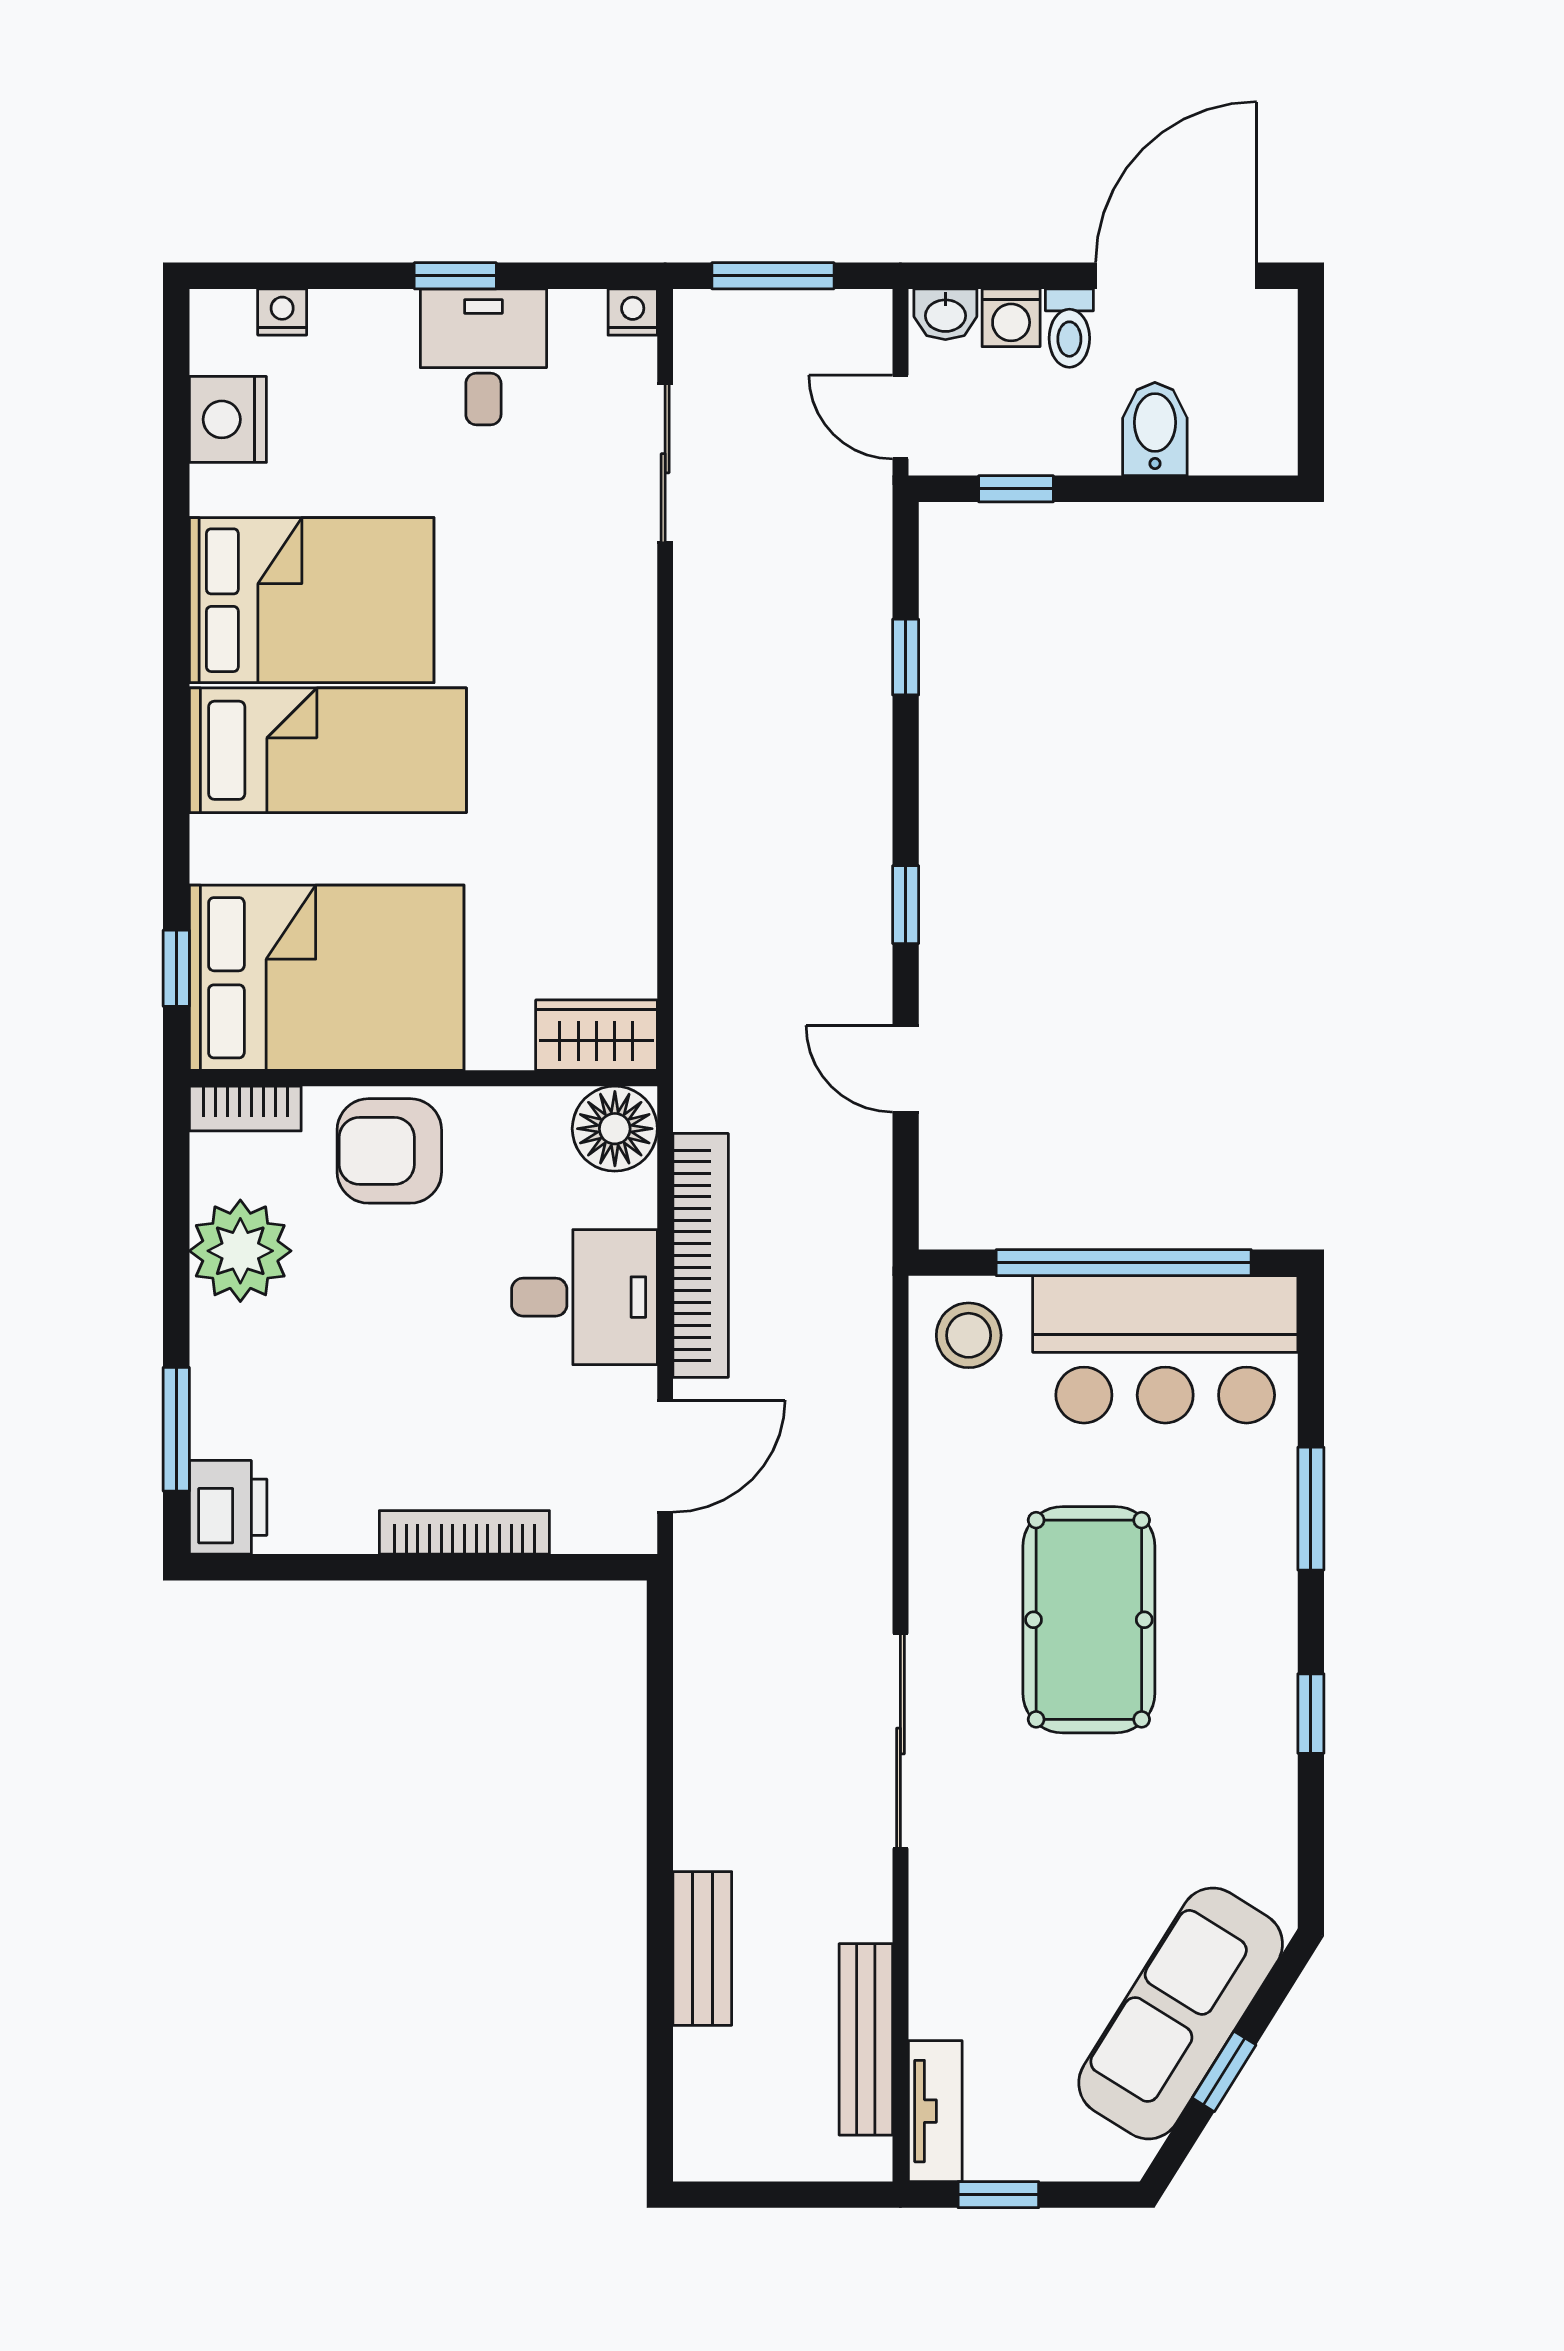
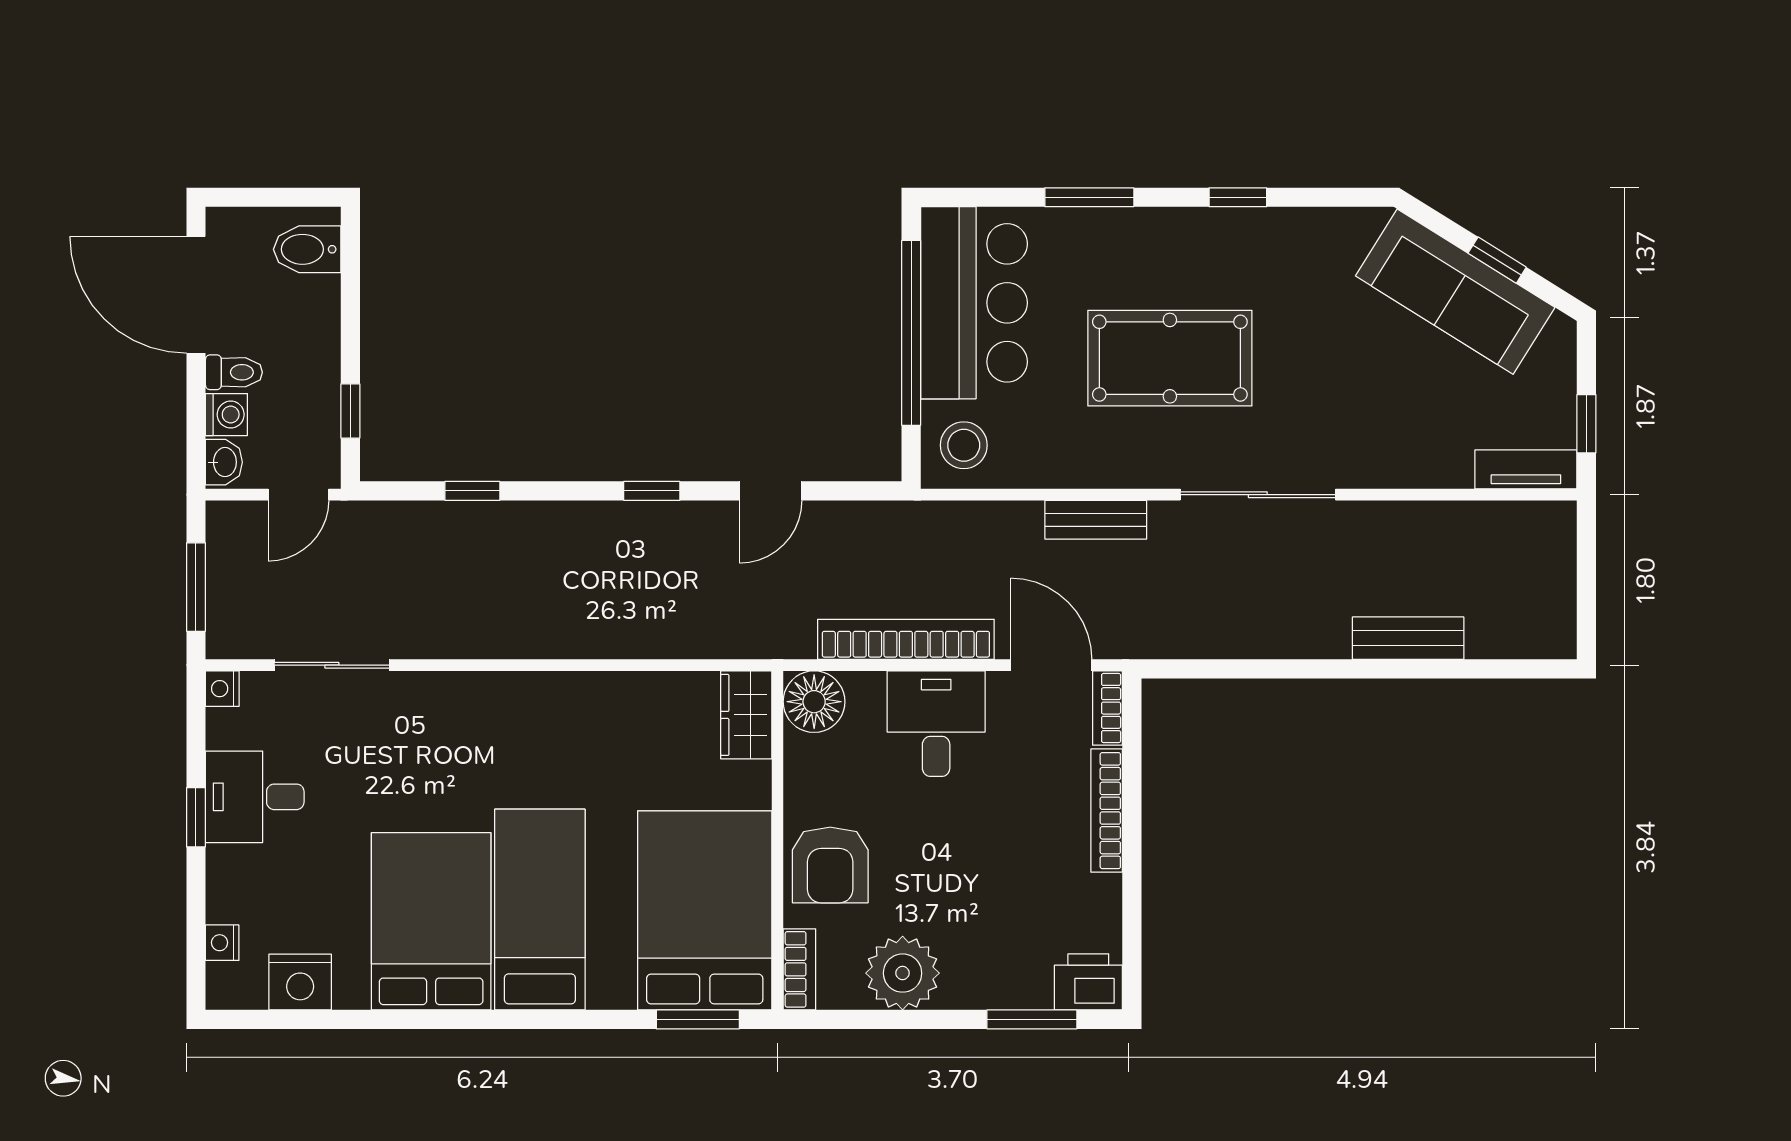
bidet: (1155, 429) -> (307, 249), moved
window: (176, 968) -> (698, 1019), width x1.50
bookcase: (606, 1534) -> (1107, 708), added
bench: (866, 2039) -> (1096, 520), moved, width x0.73

